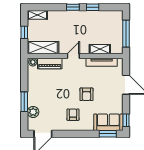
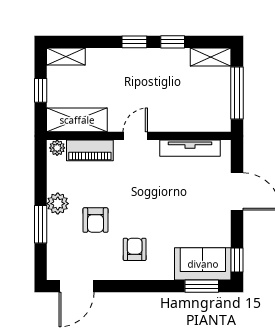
shelving: (100, 49) -> (211, 57), moved
armchair: (86, 94) -> (95, 220), moved
plant: (33, 112) -> (58, 204), moved

